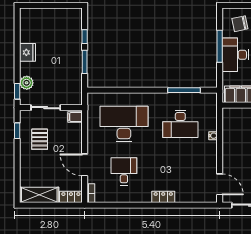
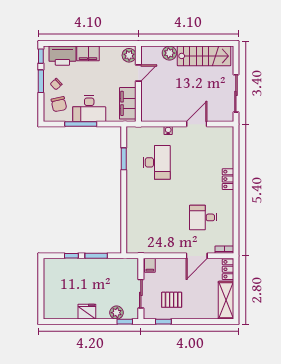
window: (184, 90) -> (124, 159), width x0.69
desk: (124, 124) -> (157, 217), removed
door: (220, 184) -> (197, 124), moved

